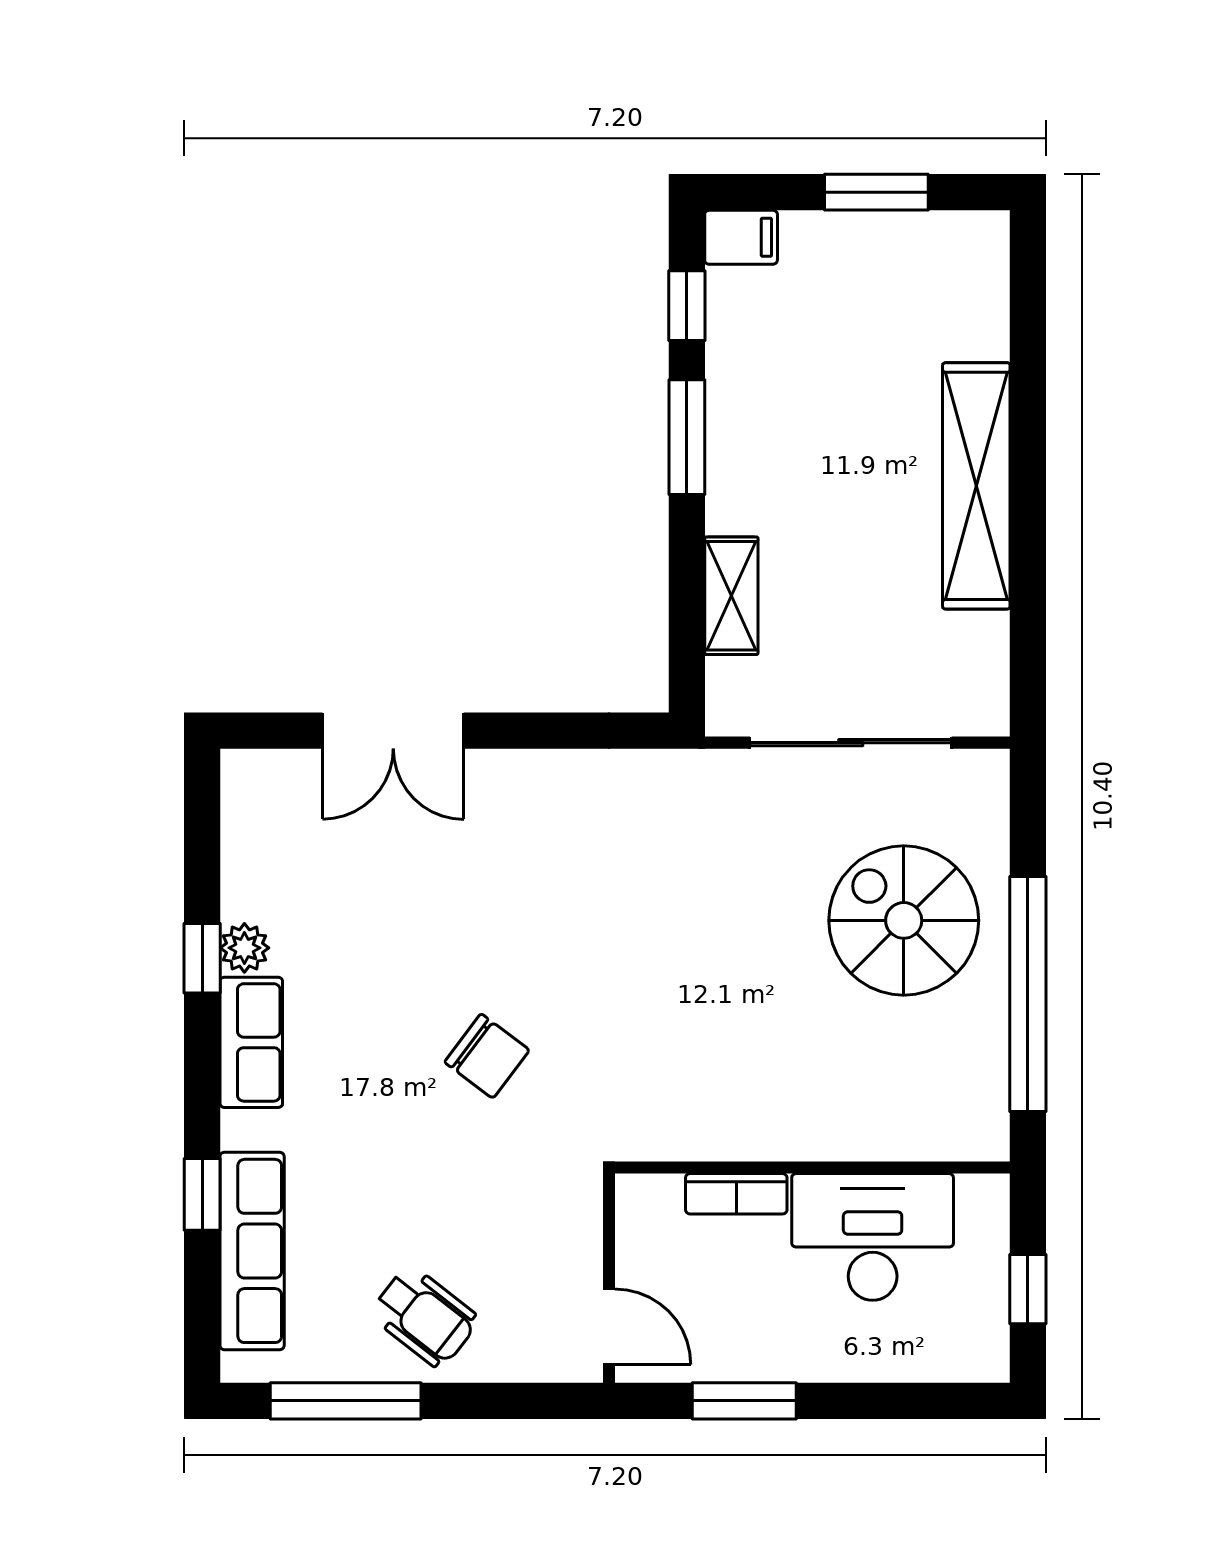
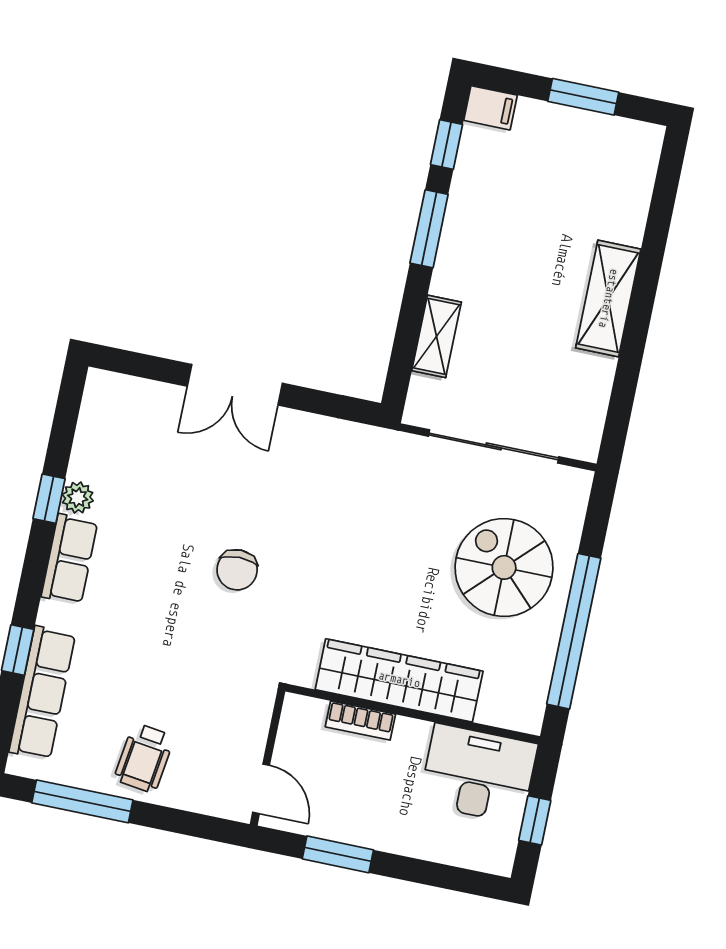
shelving: (976, 486) -> (608, 298), width x0.68
double door: (393, 731) -> (235, 385), moved
chair: (487, 1056) -> (237, 570), moved, turned 53
wardrobe: (782, 1122) -> (399, 680), added
desk: (873, 1237) -> (478, 774), moved
wheelchair: (425, 1317) -> (144, 758), turned 60

